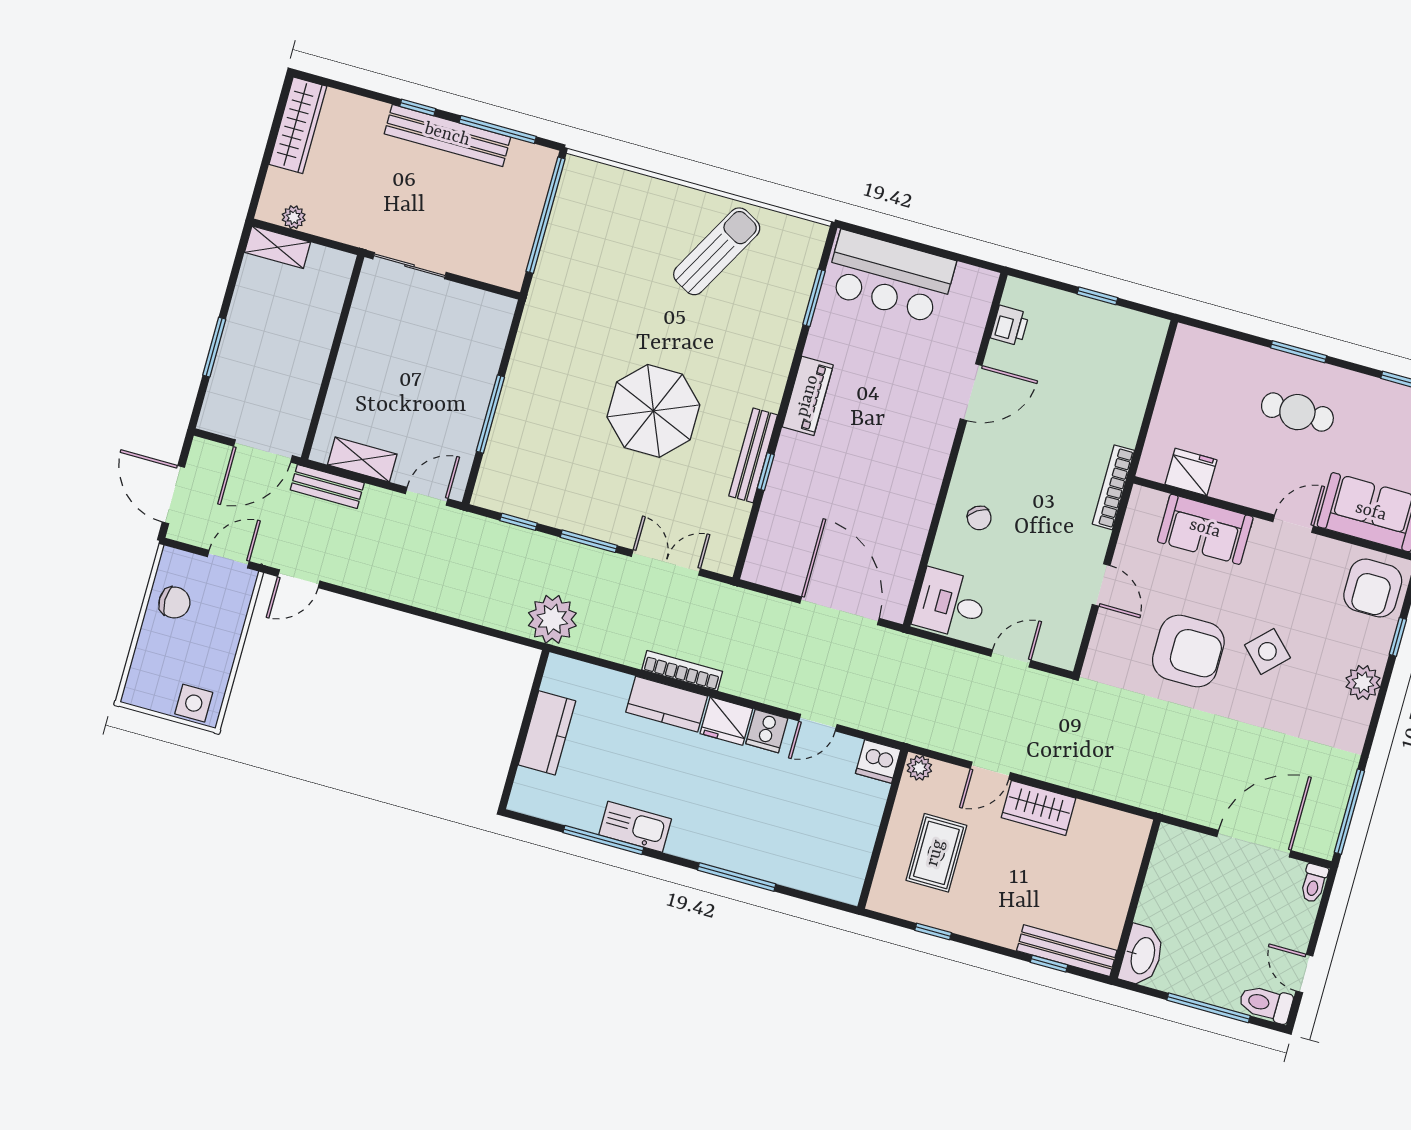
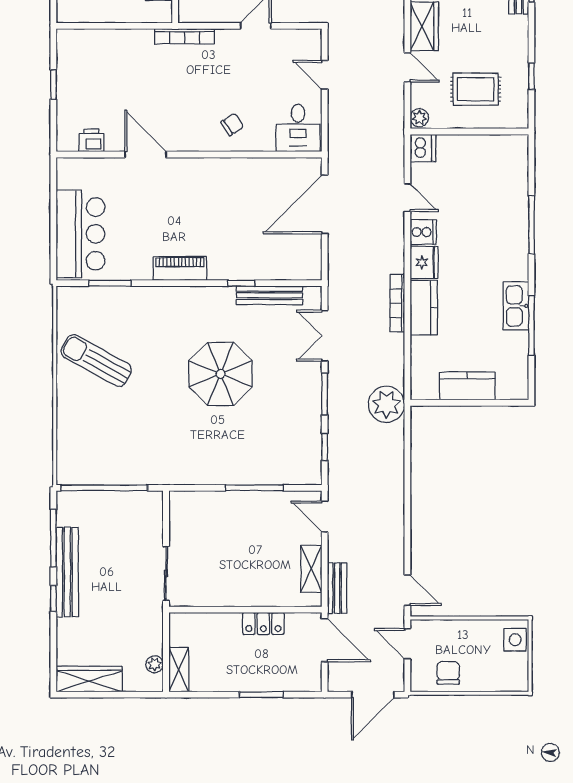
locker: (308, 376) -> (263, 623), added
bench: (753, 455) -> (270, 295), moved

